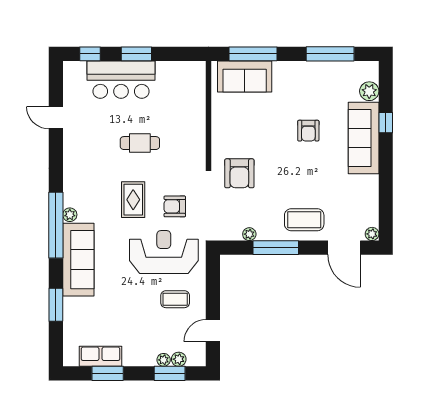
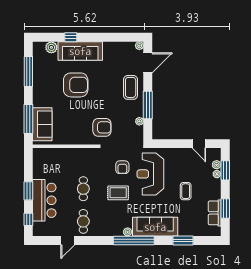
armchair: (308, 131) -> (76, 85), width x1.88, depth x1.88
cafe table: (87, 143) -> (83, 221), added
coffee table: (175, 299) -> (186, 191), moved

